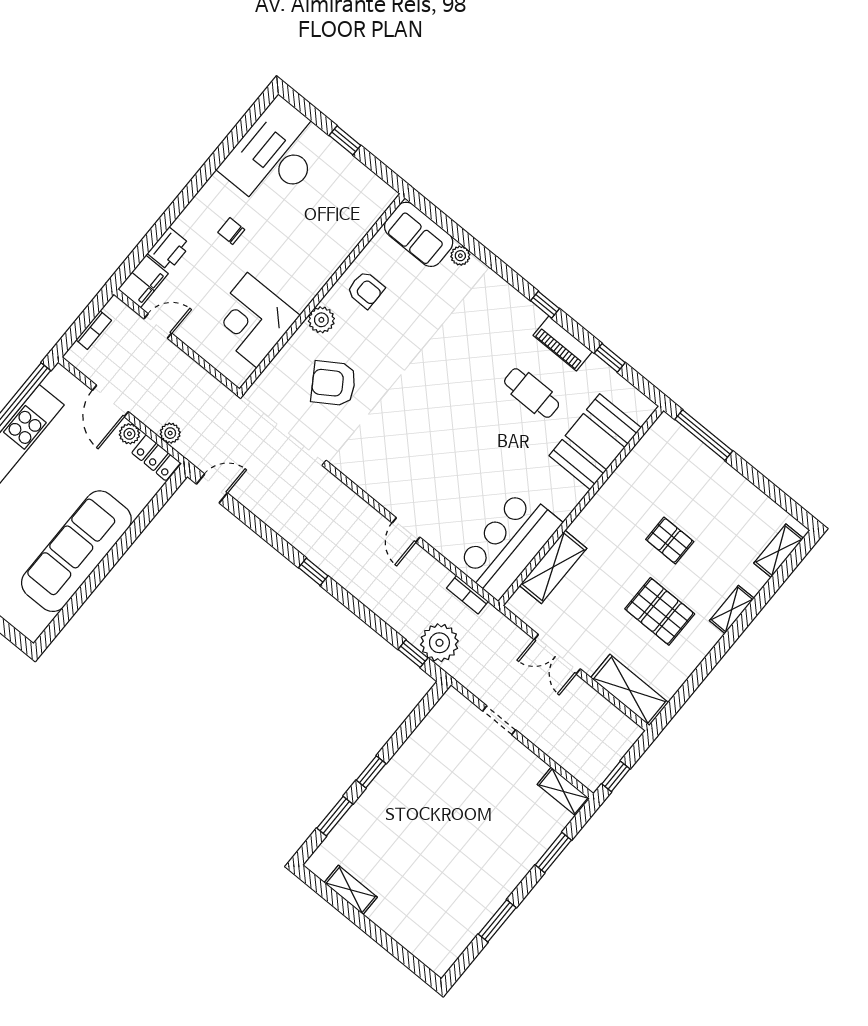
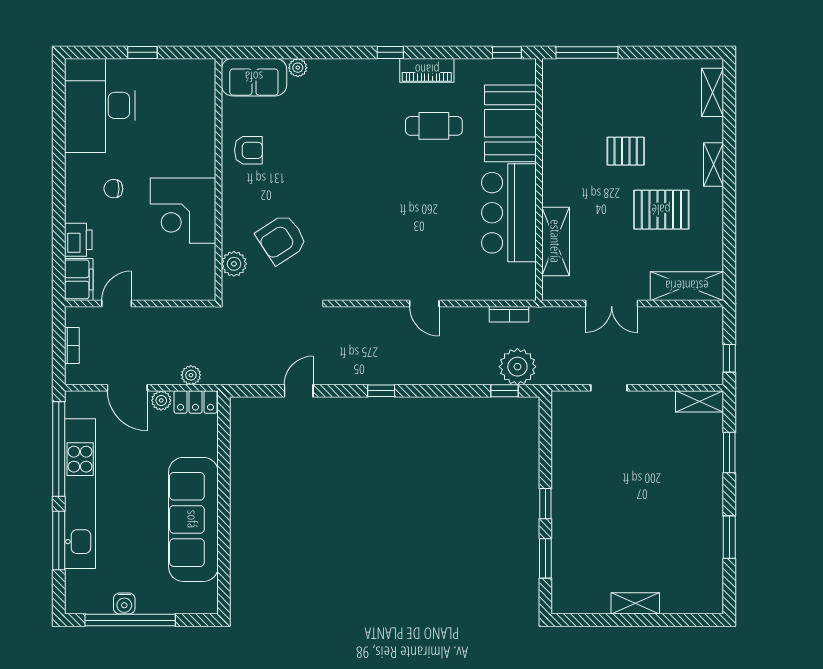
corner desk: (252, 320) -> (183, 211), moved
plant: (321, 320) -> (234, 264), moved
window: (610, 358) -> (507, 52), moved
door: (212, 488) -> (299, 391), moved
bar counter: (509, 544) -> (509, 213), moved
shelving: (351, 890) -> (635, 603), moved

